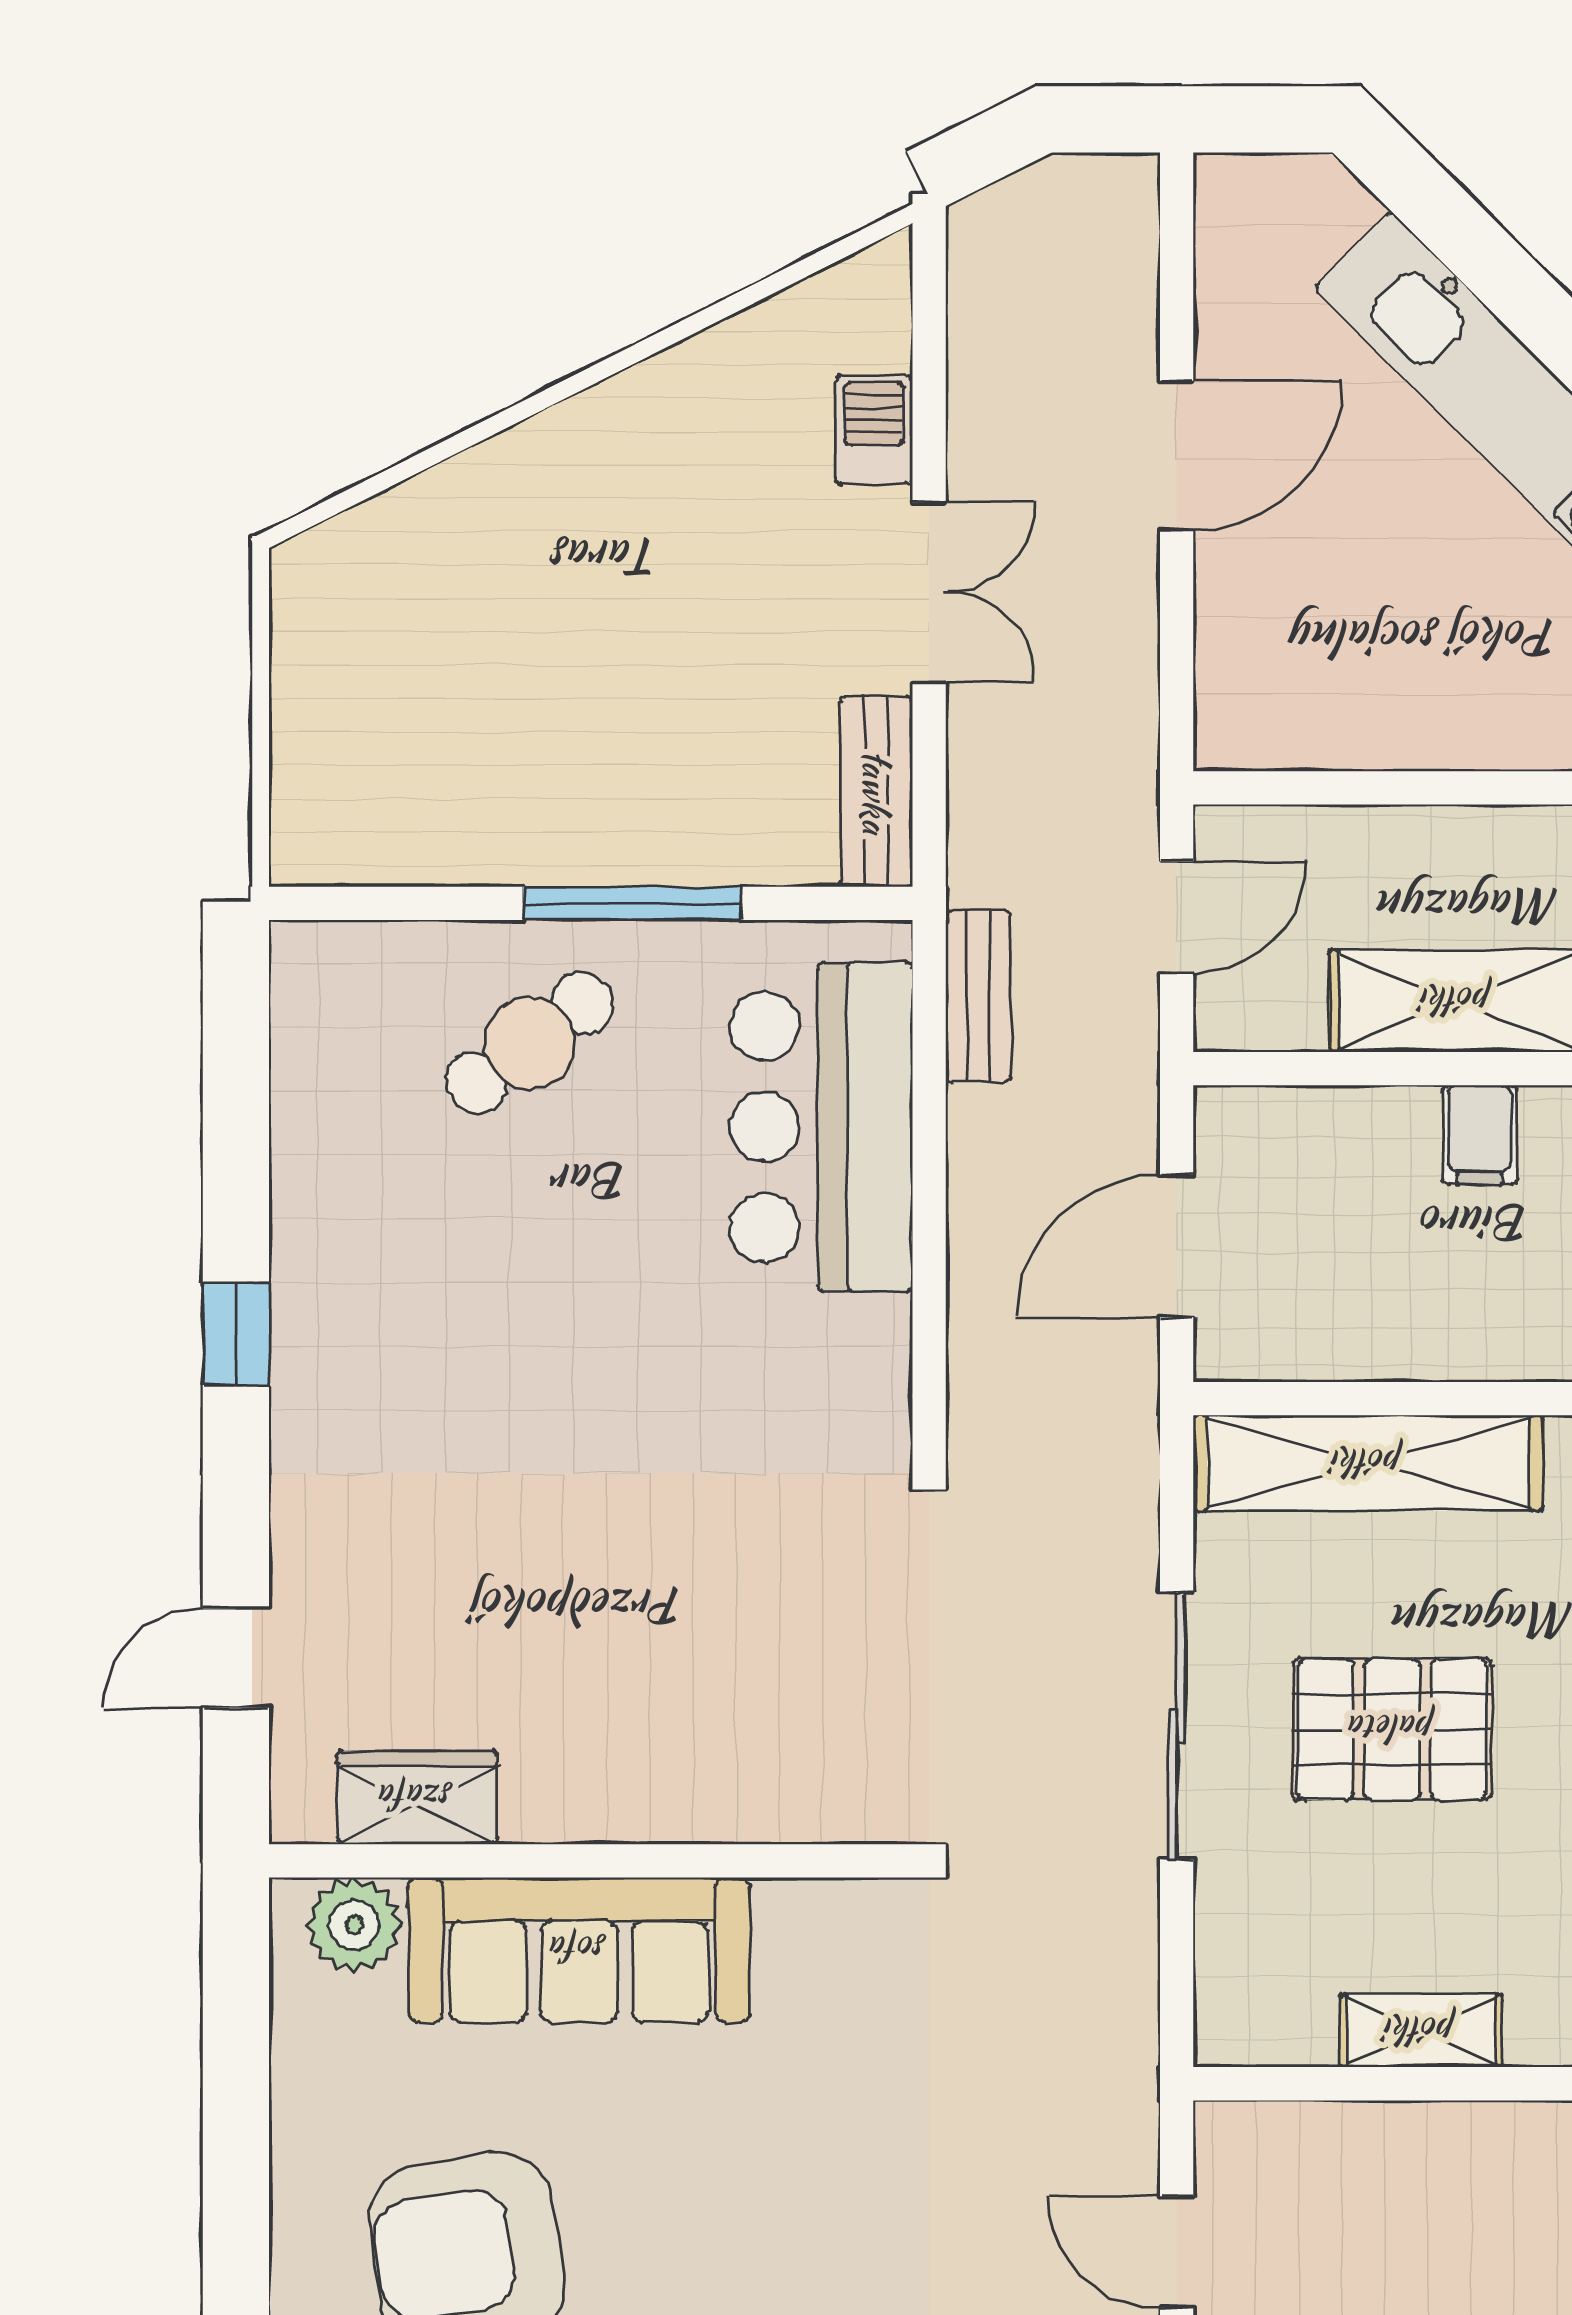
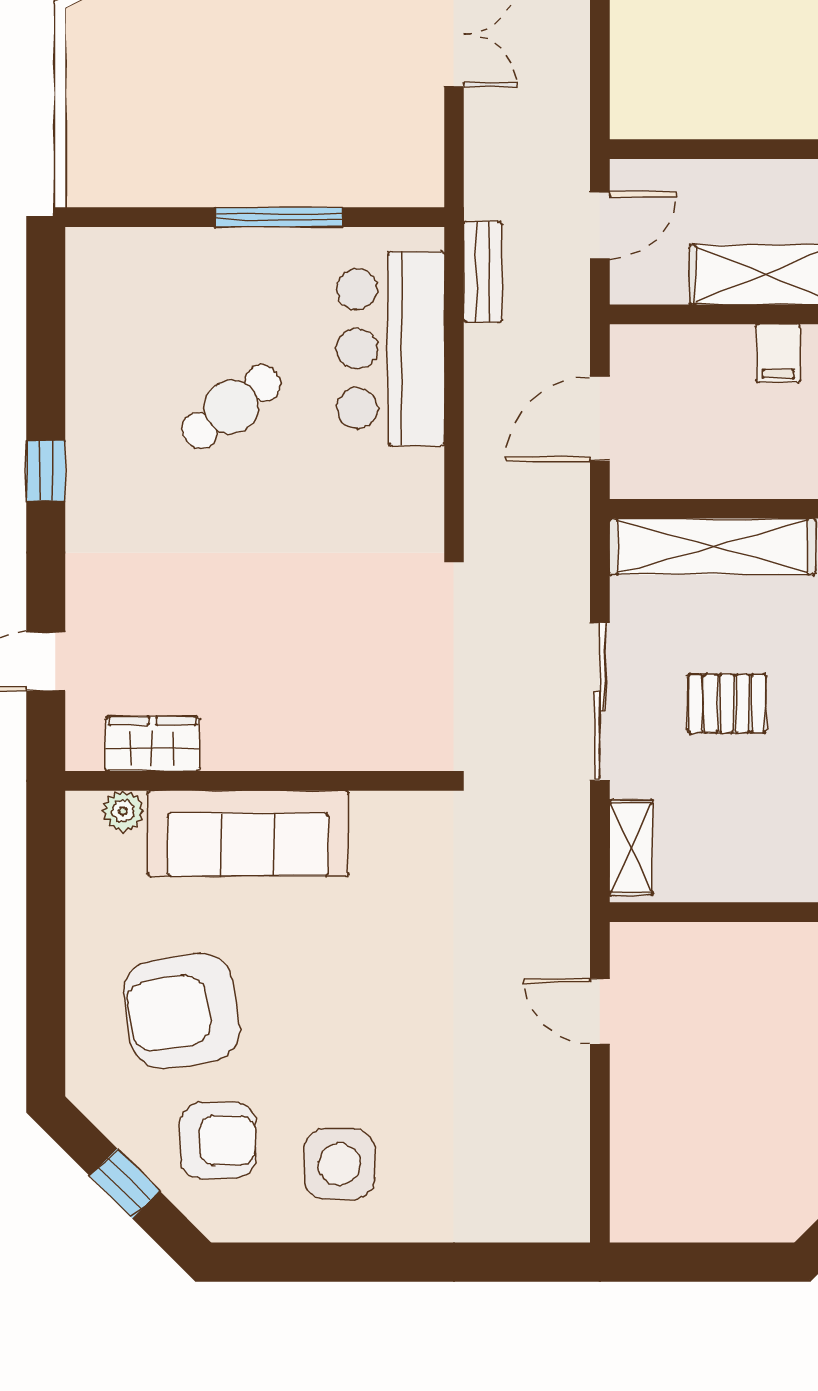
bench: (876, 792) -> (423, 151), removed
cafe table: (529, 1043) -> (231, 407), moved
pallet: (1392, 1729) -> (727, 703), width x0.67, depth x0.71
plant: (354, 1925) -> (123, 811), width x0.73, depth x0.73
shelving: (1421, 2031) -> (631, 848), moved, turned 90

